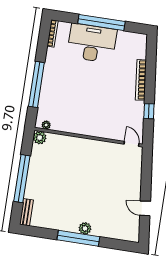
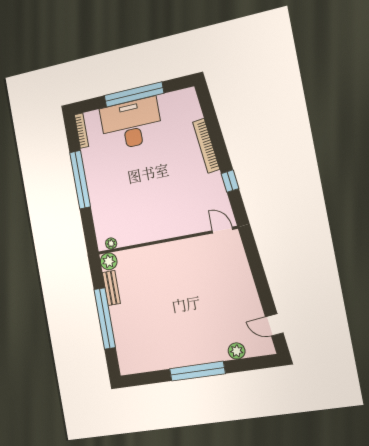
window: (36, 84) -> (80, 180), moved
door: (145, 208) -> (274, 325), moved
bench: (26, 212) -> (111, 288), moved
plant: (85, 228) -> (237, 351), moved

